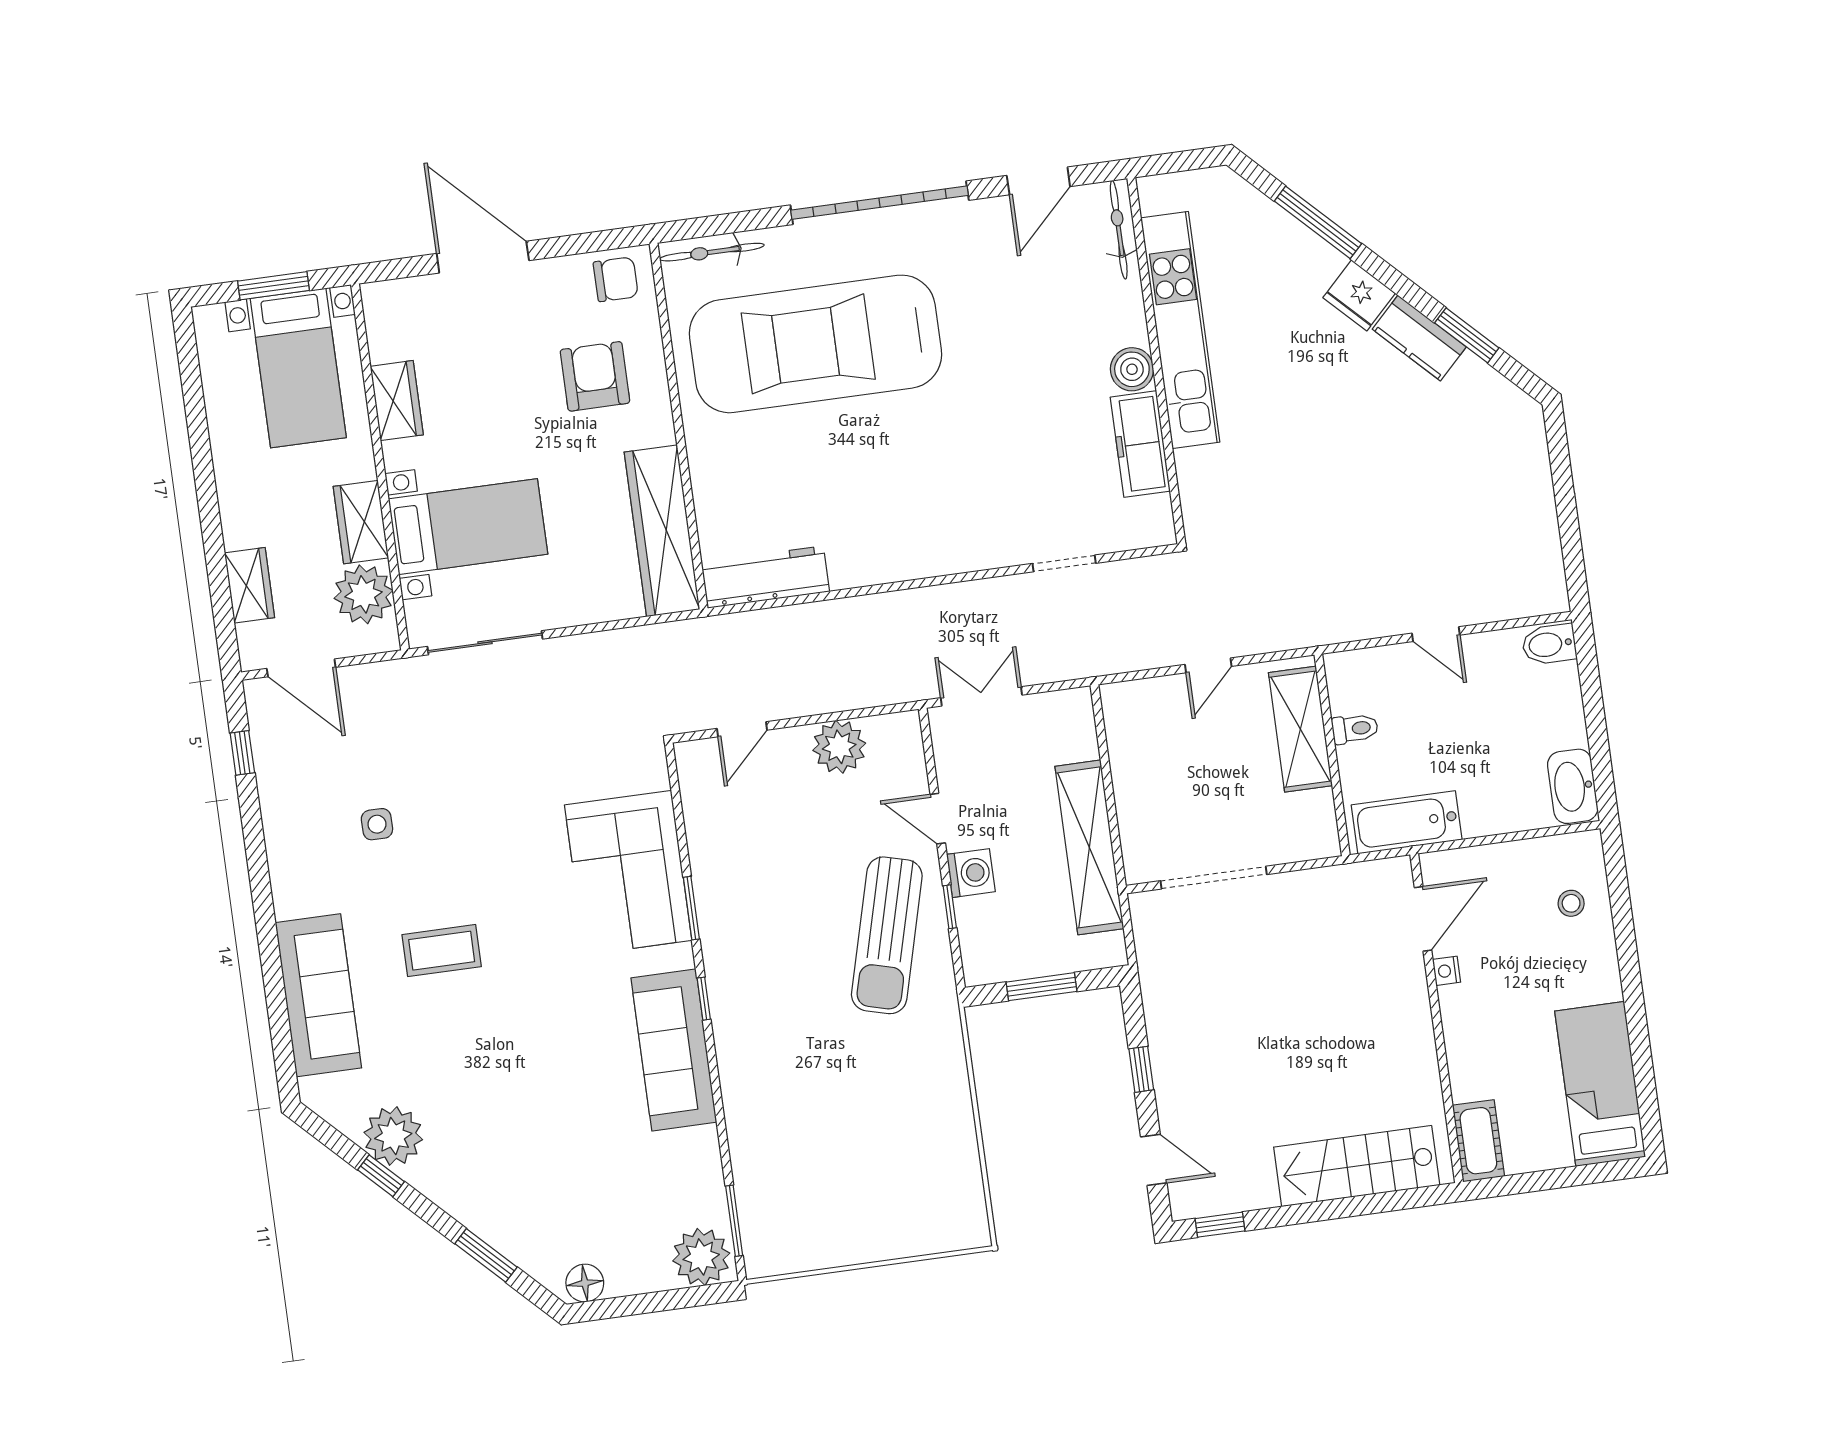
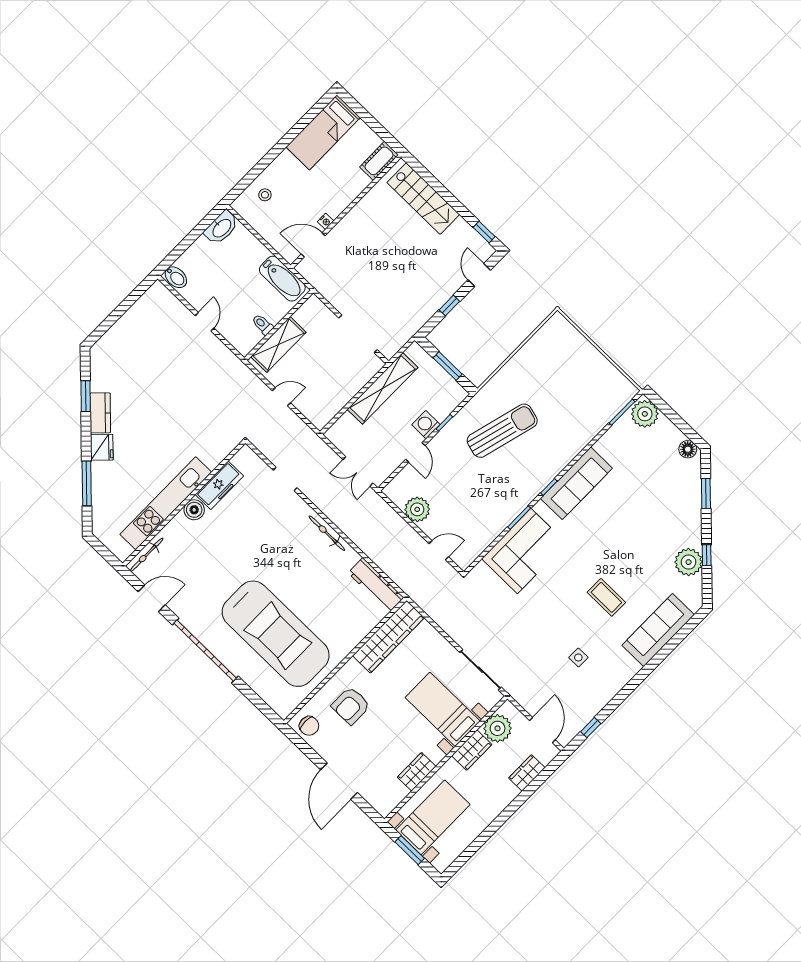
bicycle: (712, 252) -> (327, 533), moved, turned 180
chair: (616, 279) -> (309, 726), turned 180
sun lounger: (887, 935) -> (502, 431), moved

